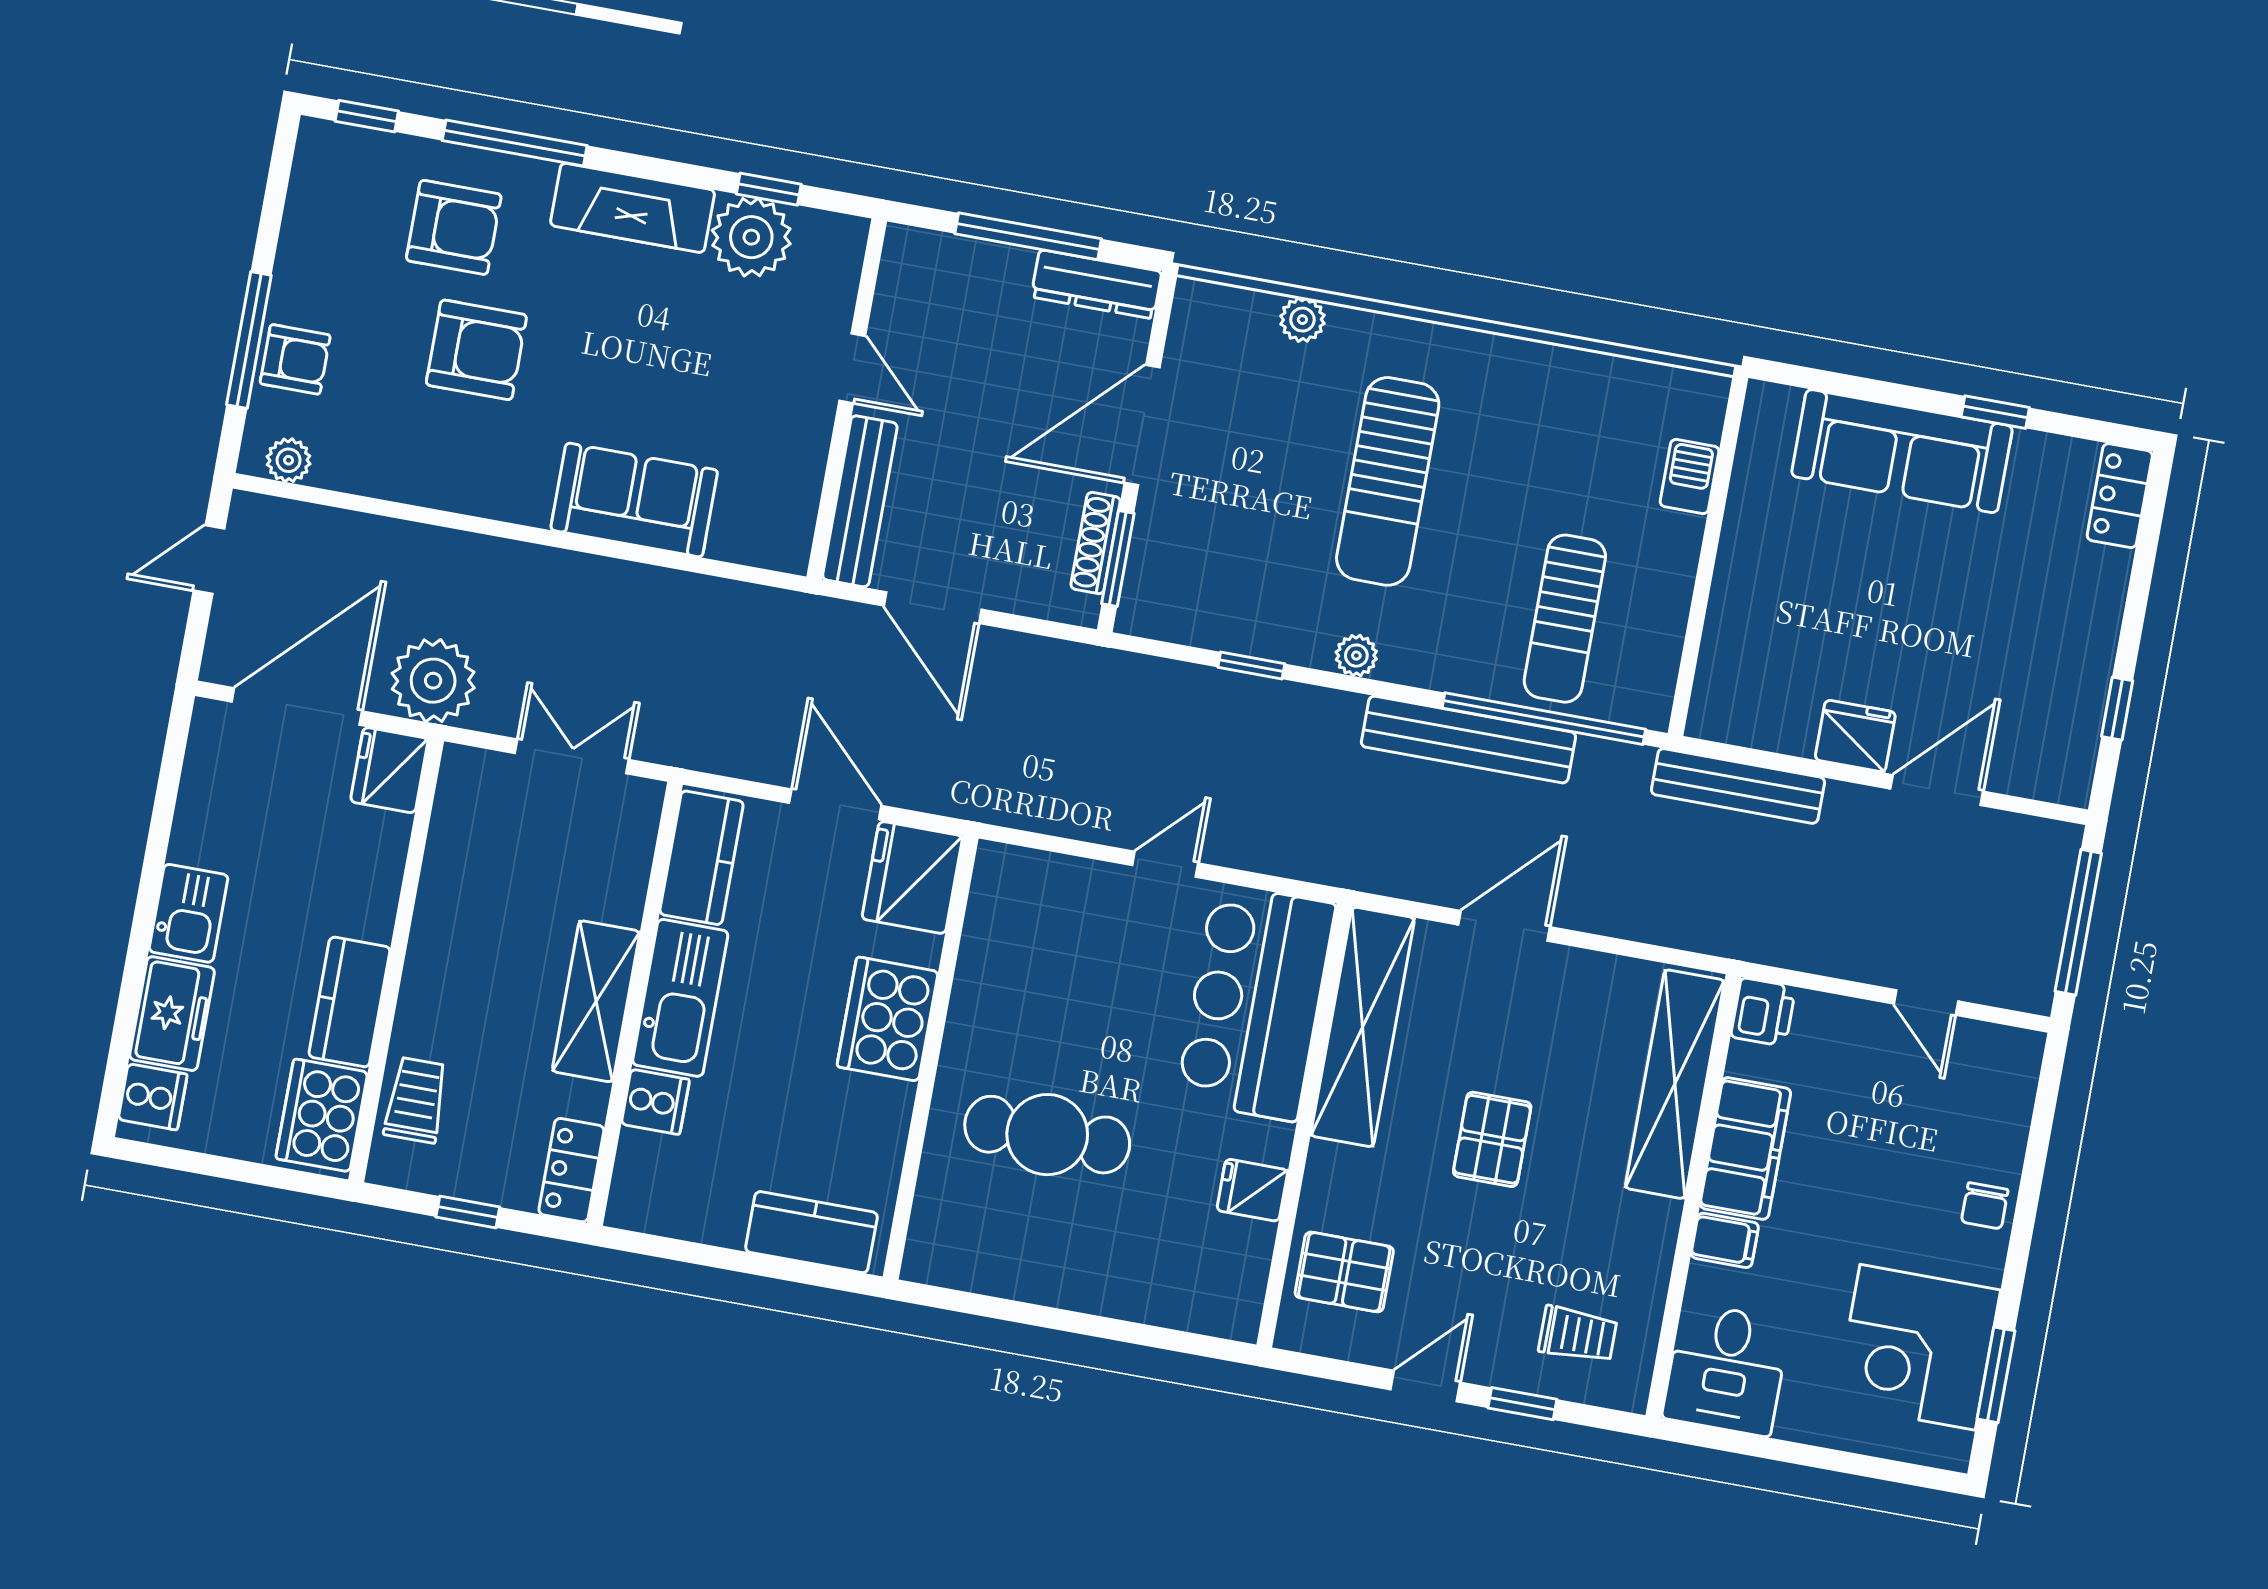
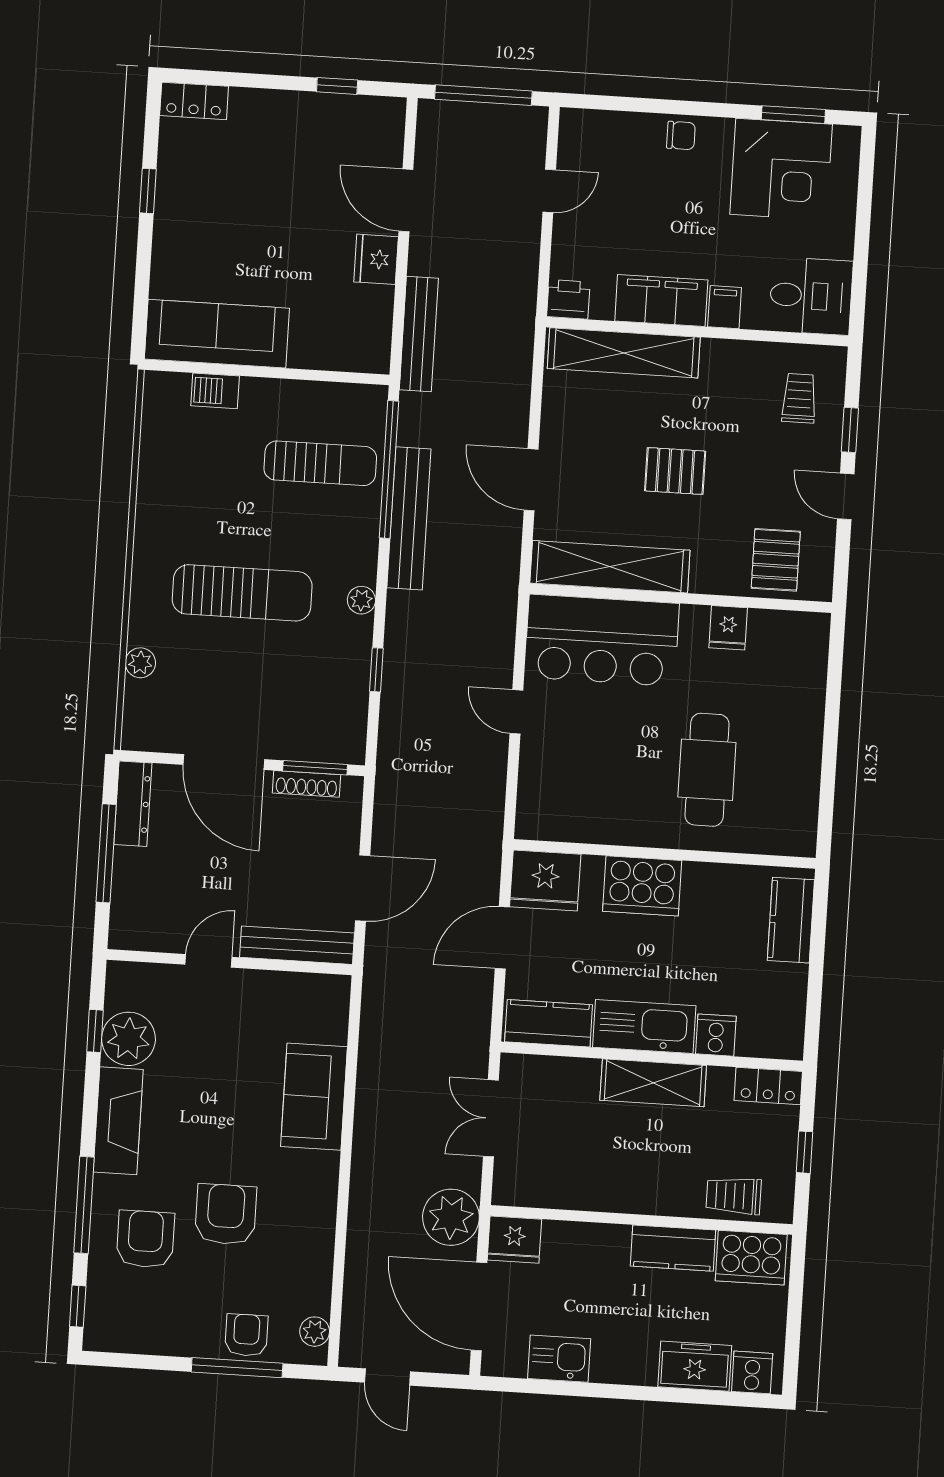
sofa: (1902, 451) -> (217, 334), moved, turned -90
kitchen sink: (189, 913) -> (559, 1359), moved

